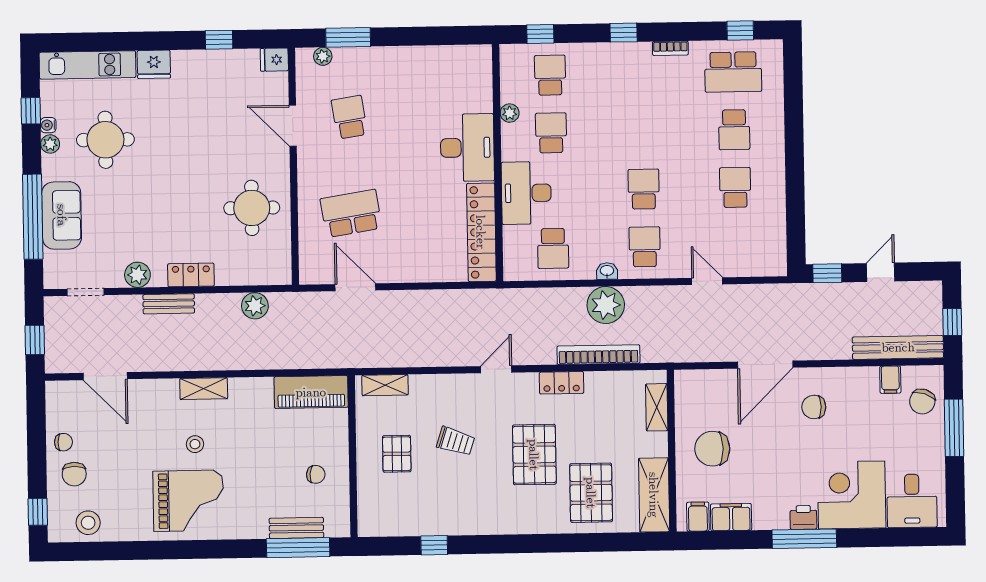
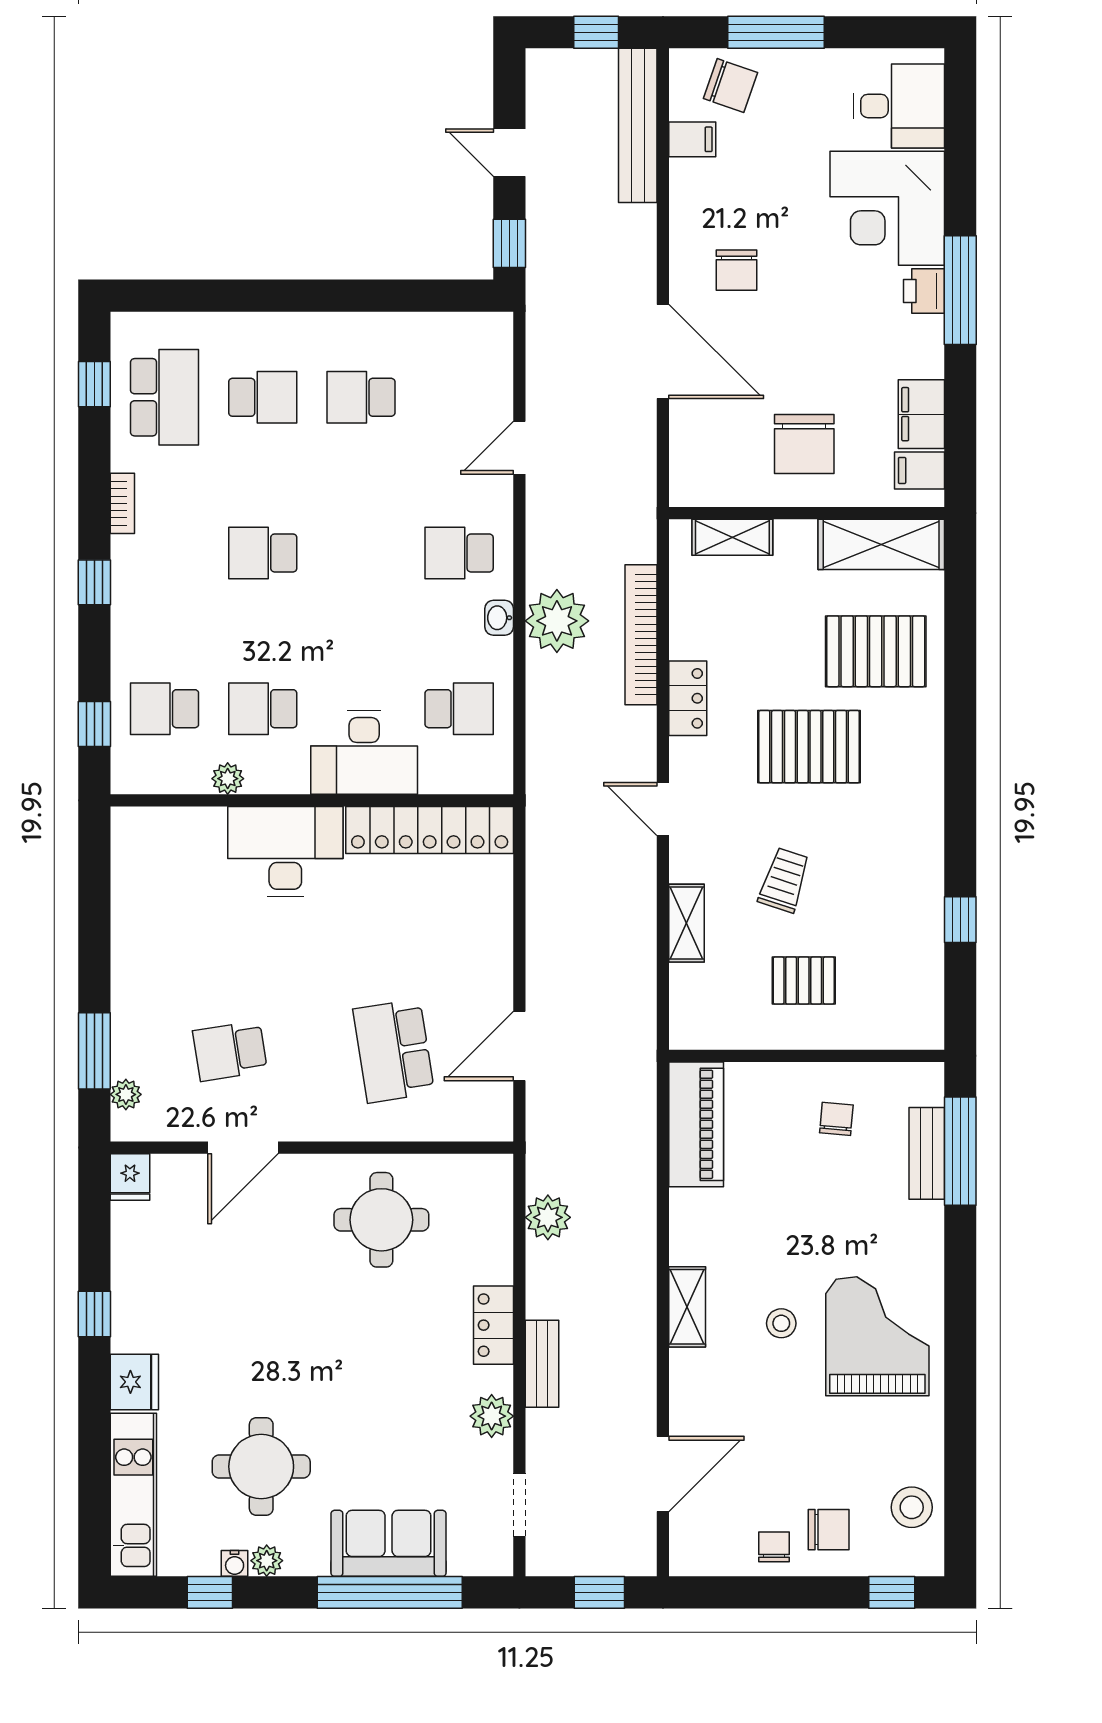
window: (219, 40) -> (94, 1314), moved
school desk: (644, 189) -> (263, 553), moved
shelving: (385, 385) -> (687, 923), moved

